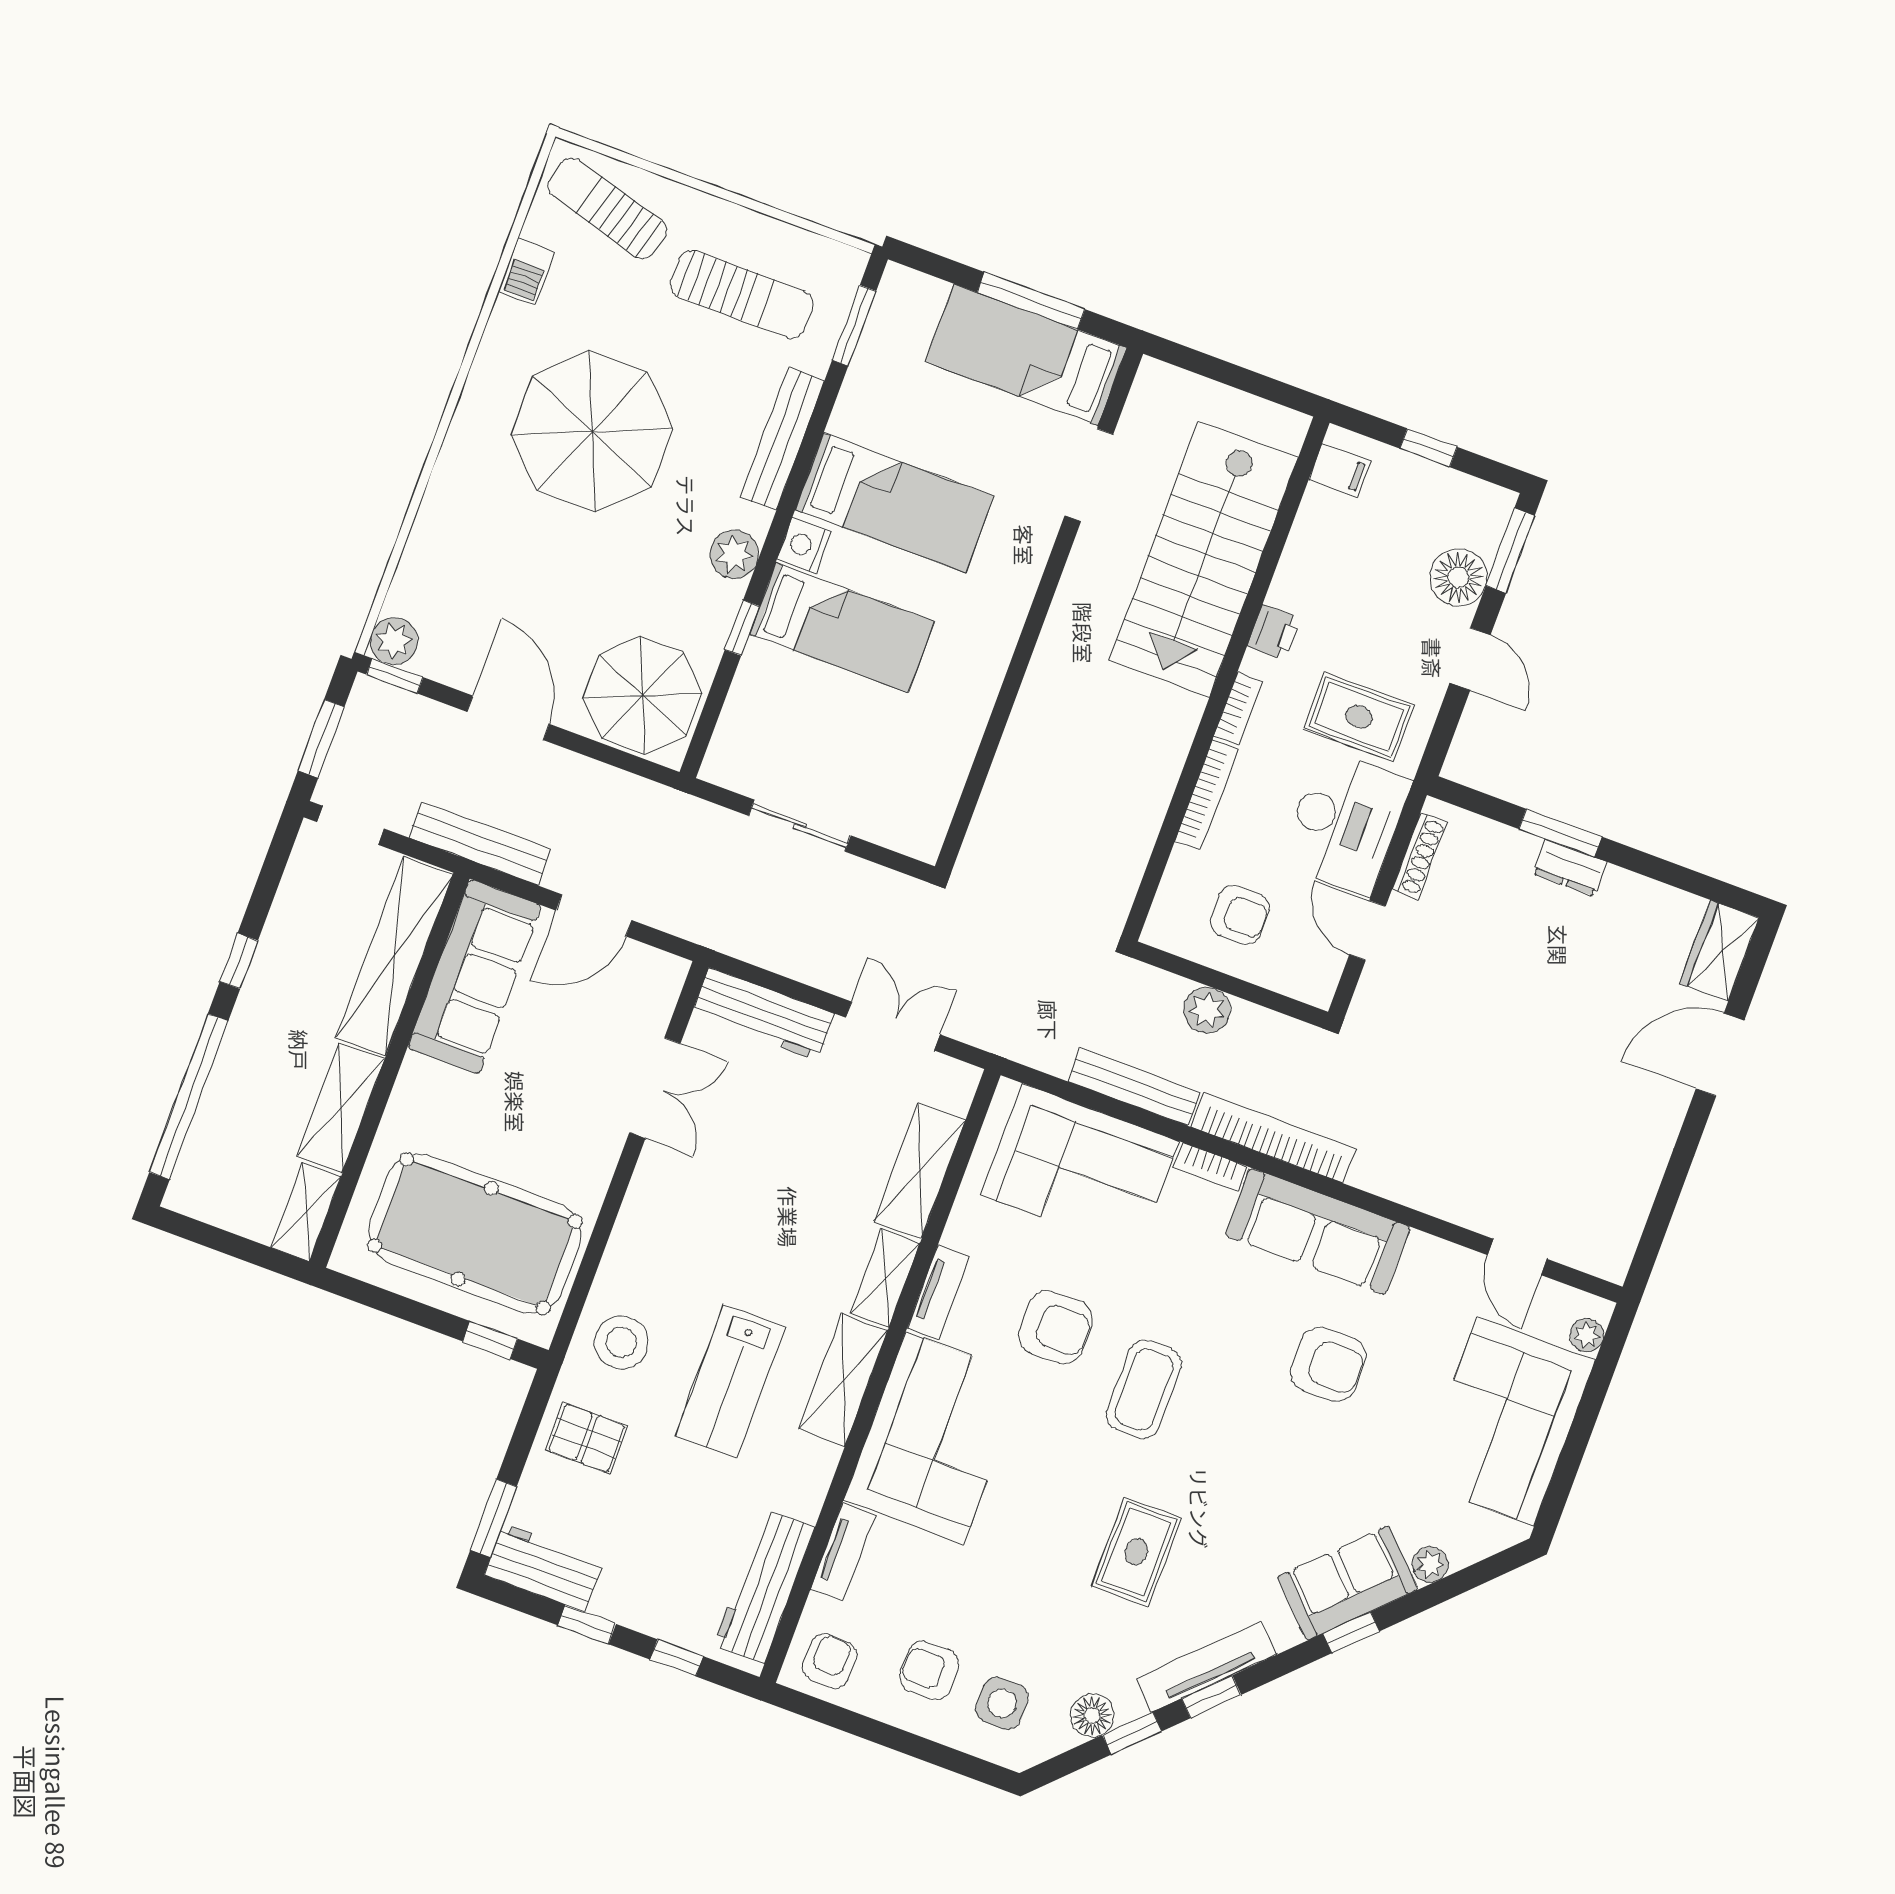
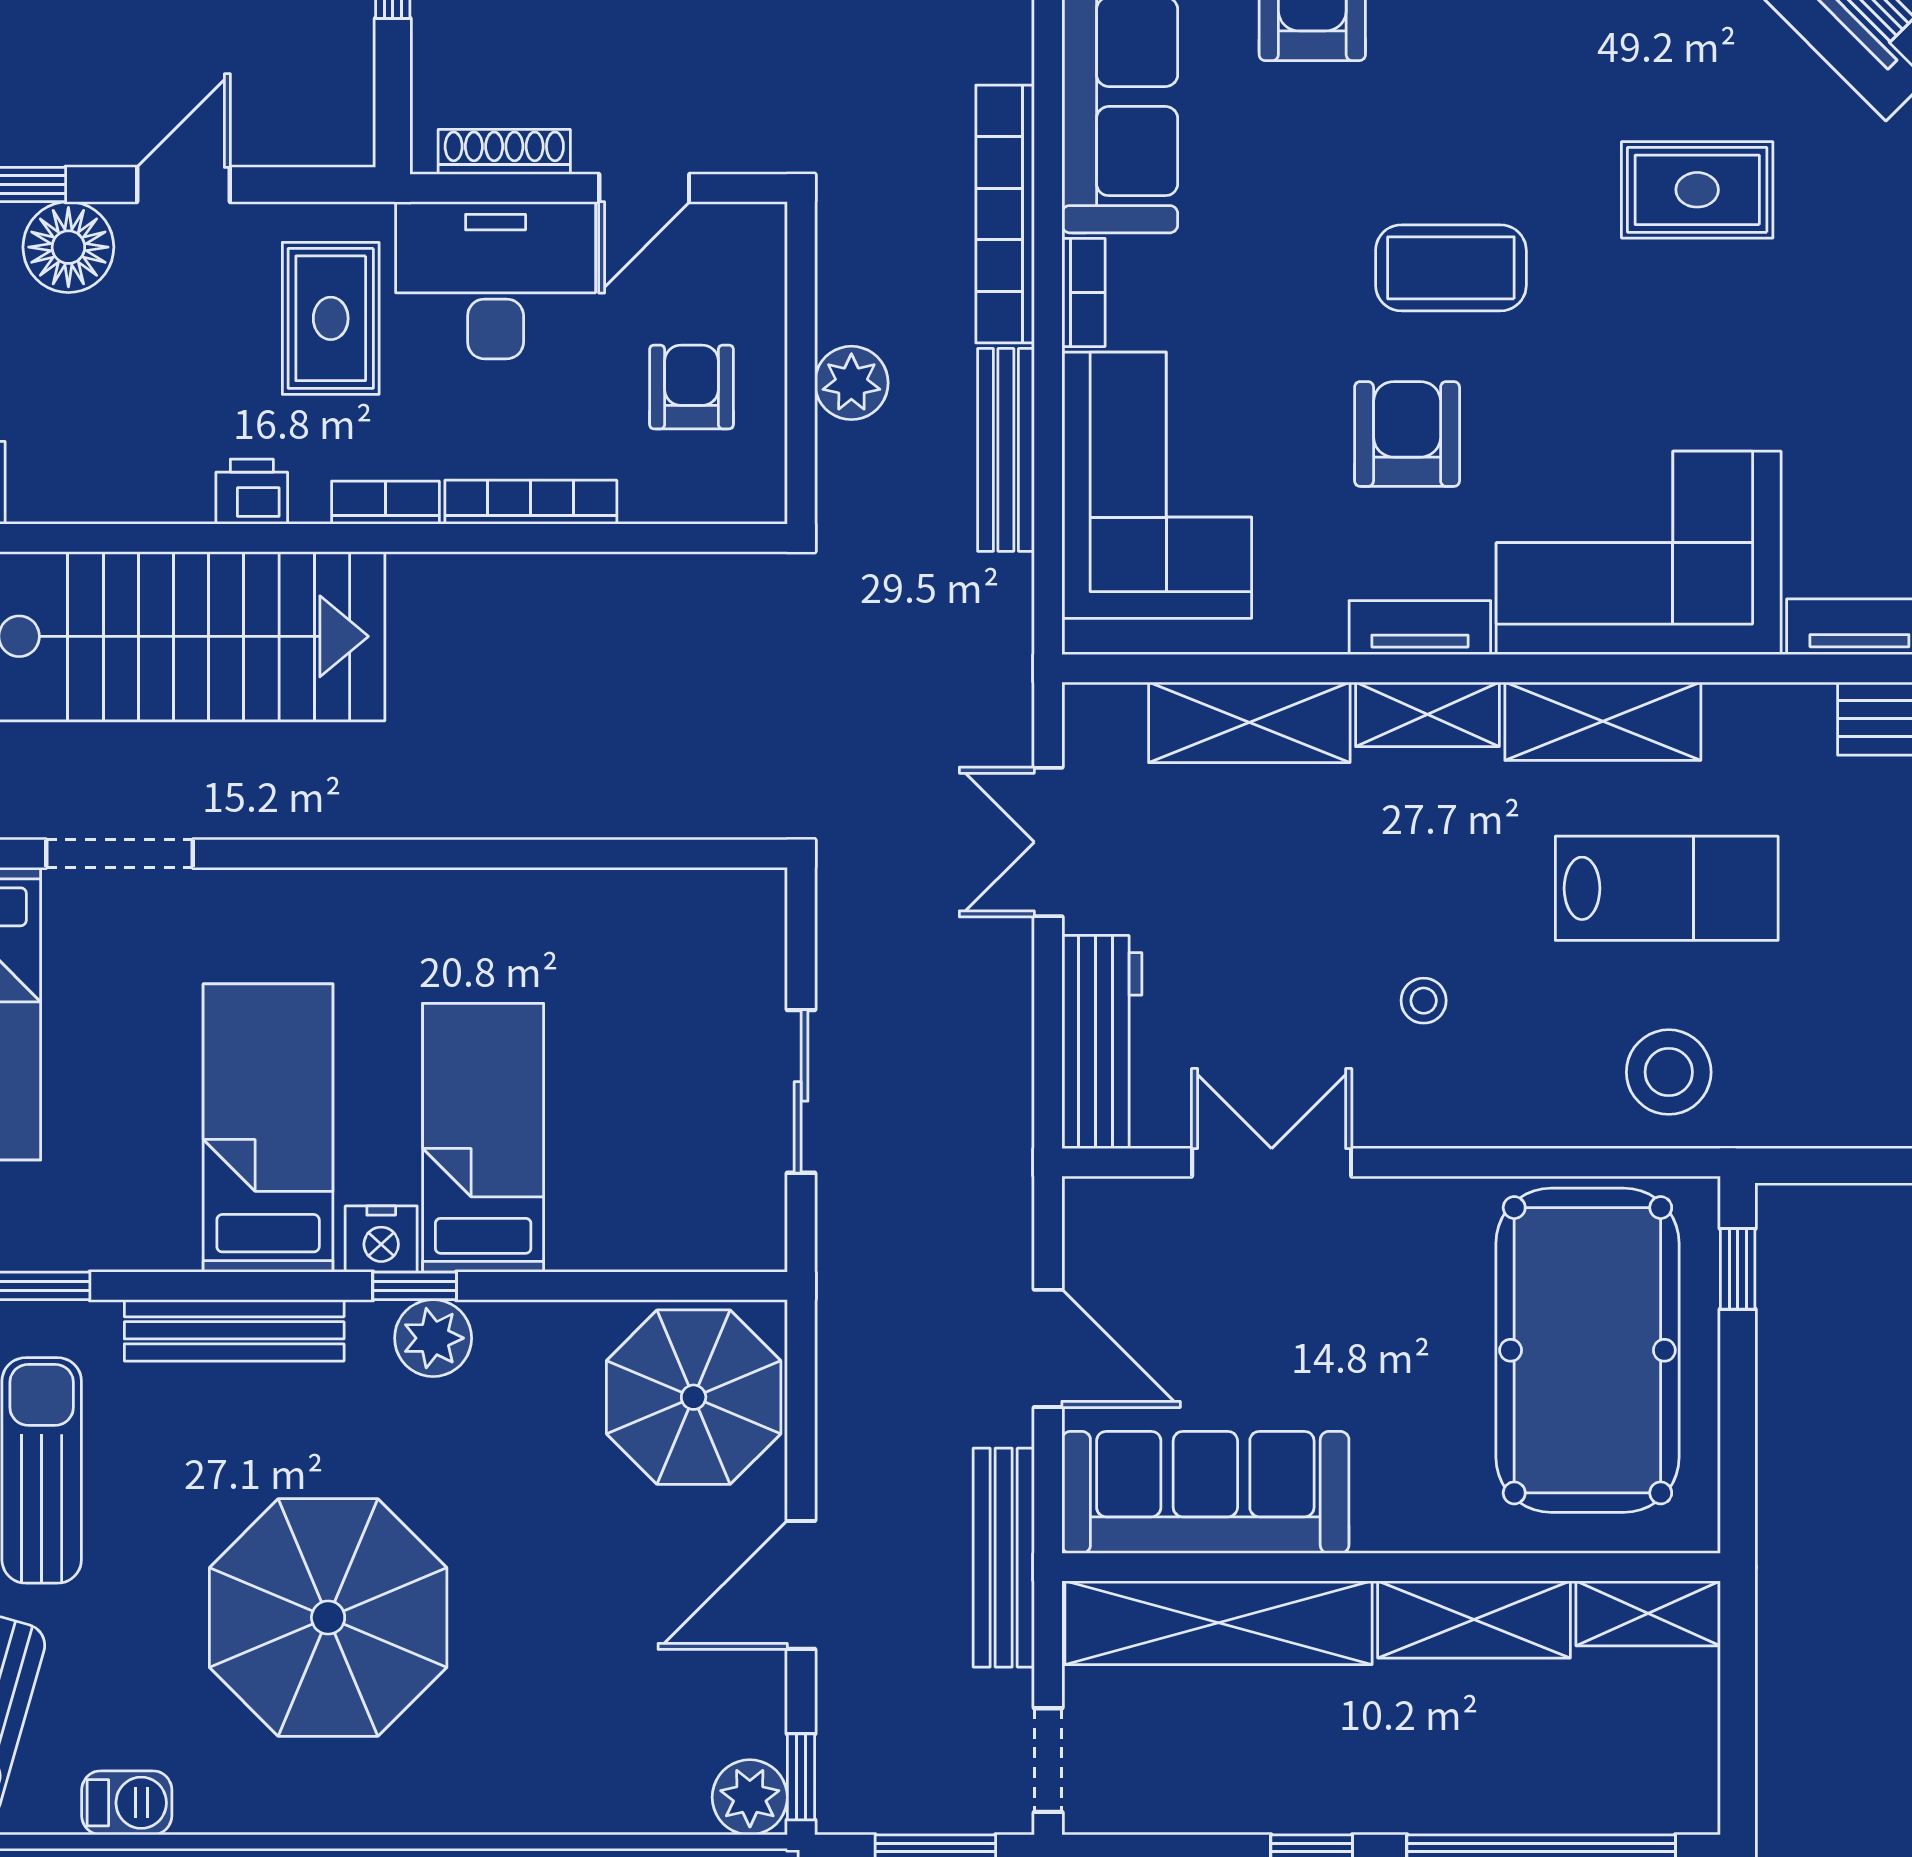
window: (742, 628) -> (415, 1286), moved
stool: (717, 1213) -> (1424, 1001), added
pallet: (587, 1438) -> (1831, 1071), removed

